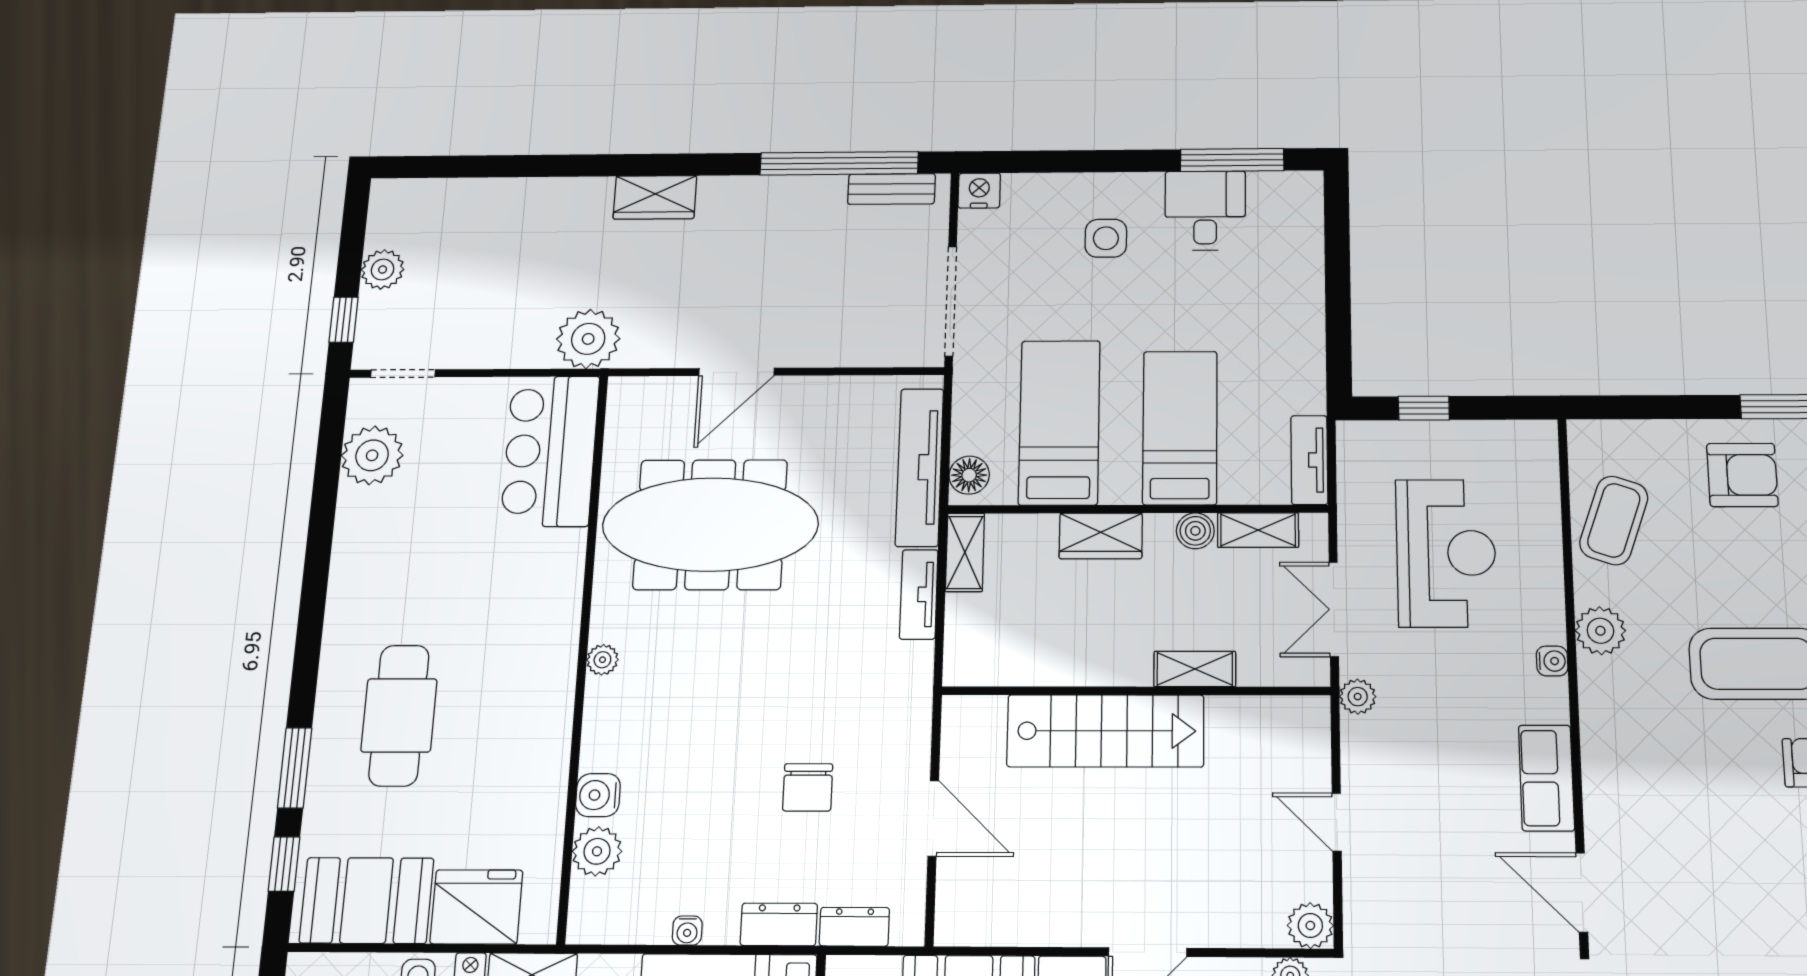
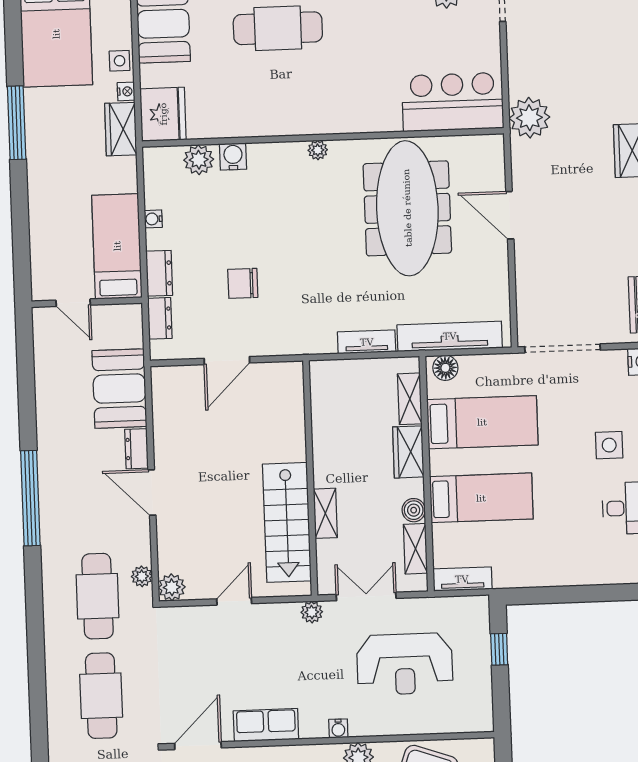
shelving: (965, 552) -> (410, 399), moved, turned 90
stairs: (1105, 731) -> (287, 522), moved
fridge: (476, 907) -> (163, 114), moved

